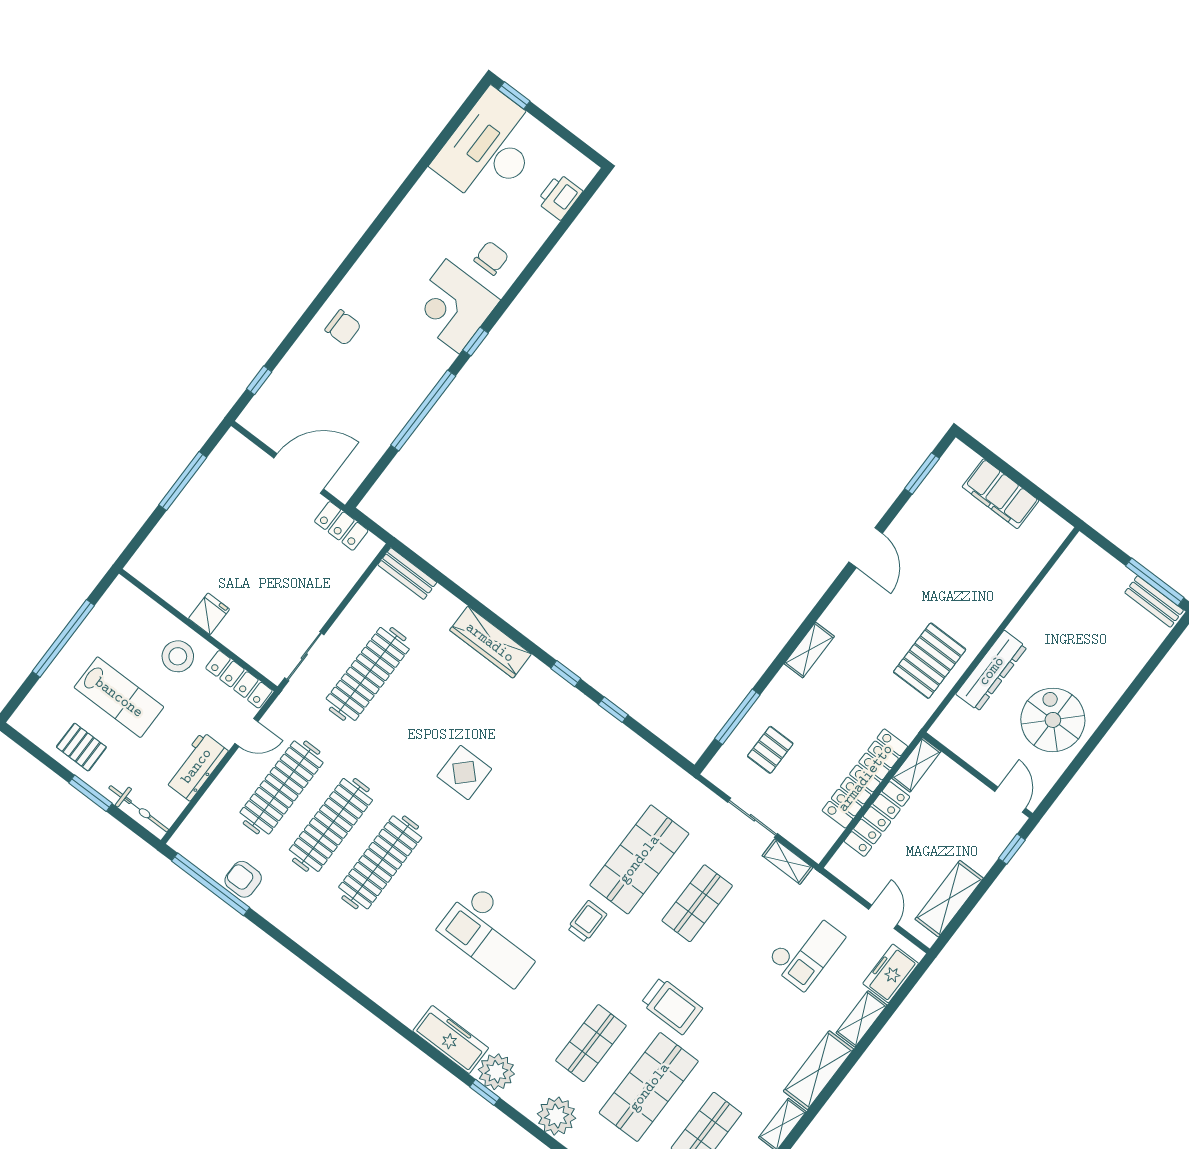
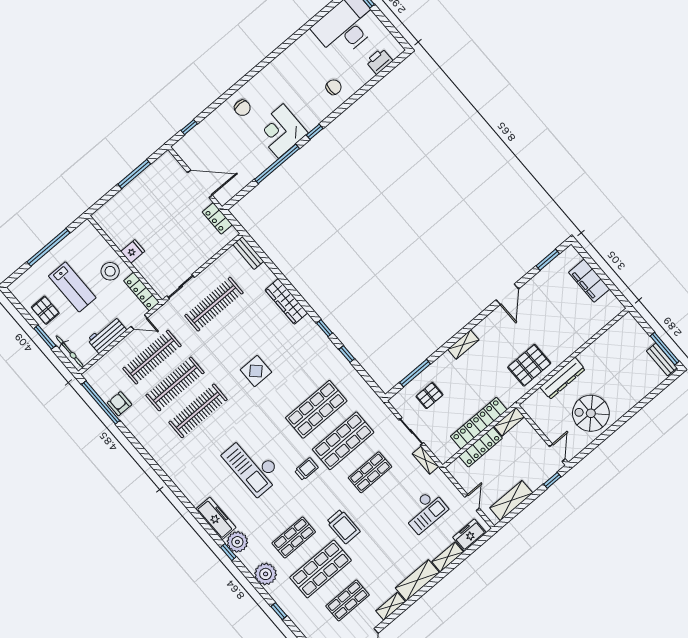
corner desk: (453, 306) -> (281, 131), moved
spiral stairs: (1053, 720) -> (591, 413), turned -90
shop shelf: (582, 816) -> (316, 409), added

